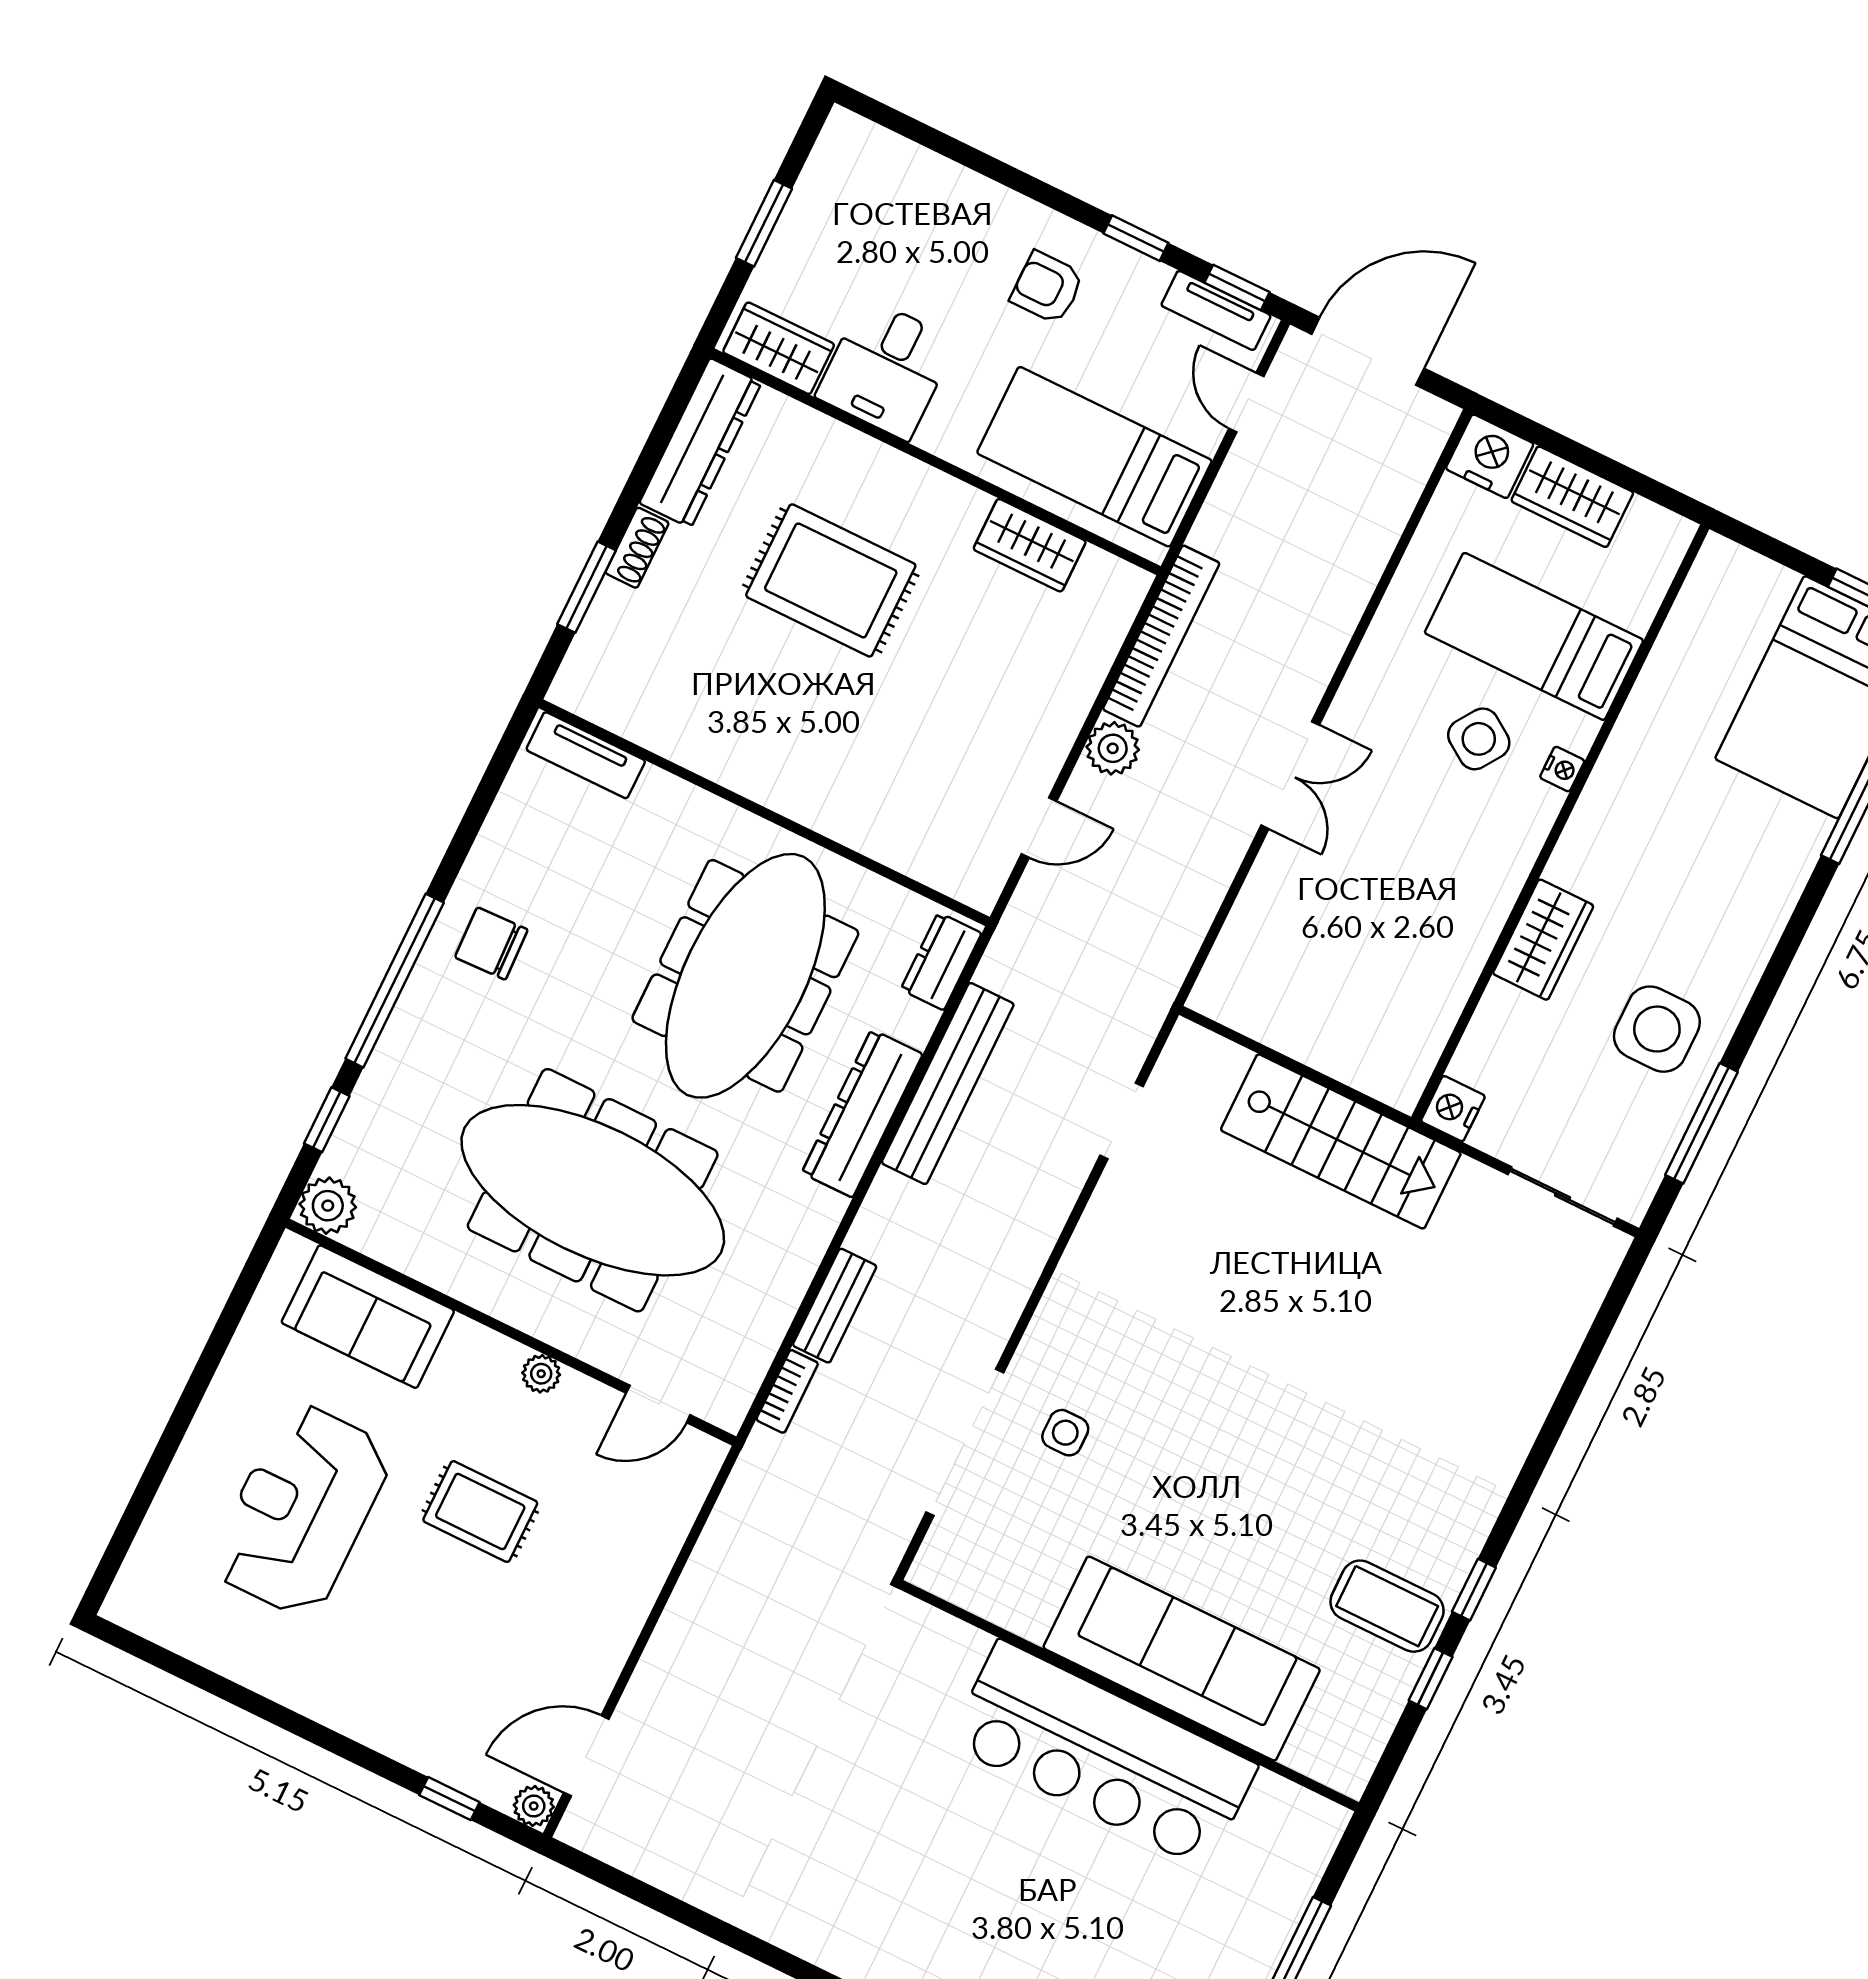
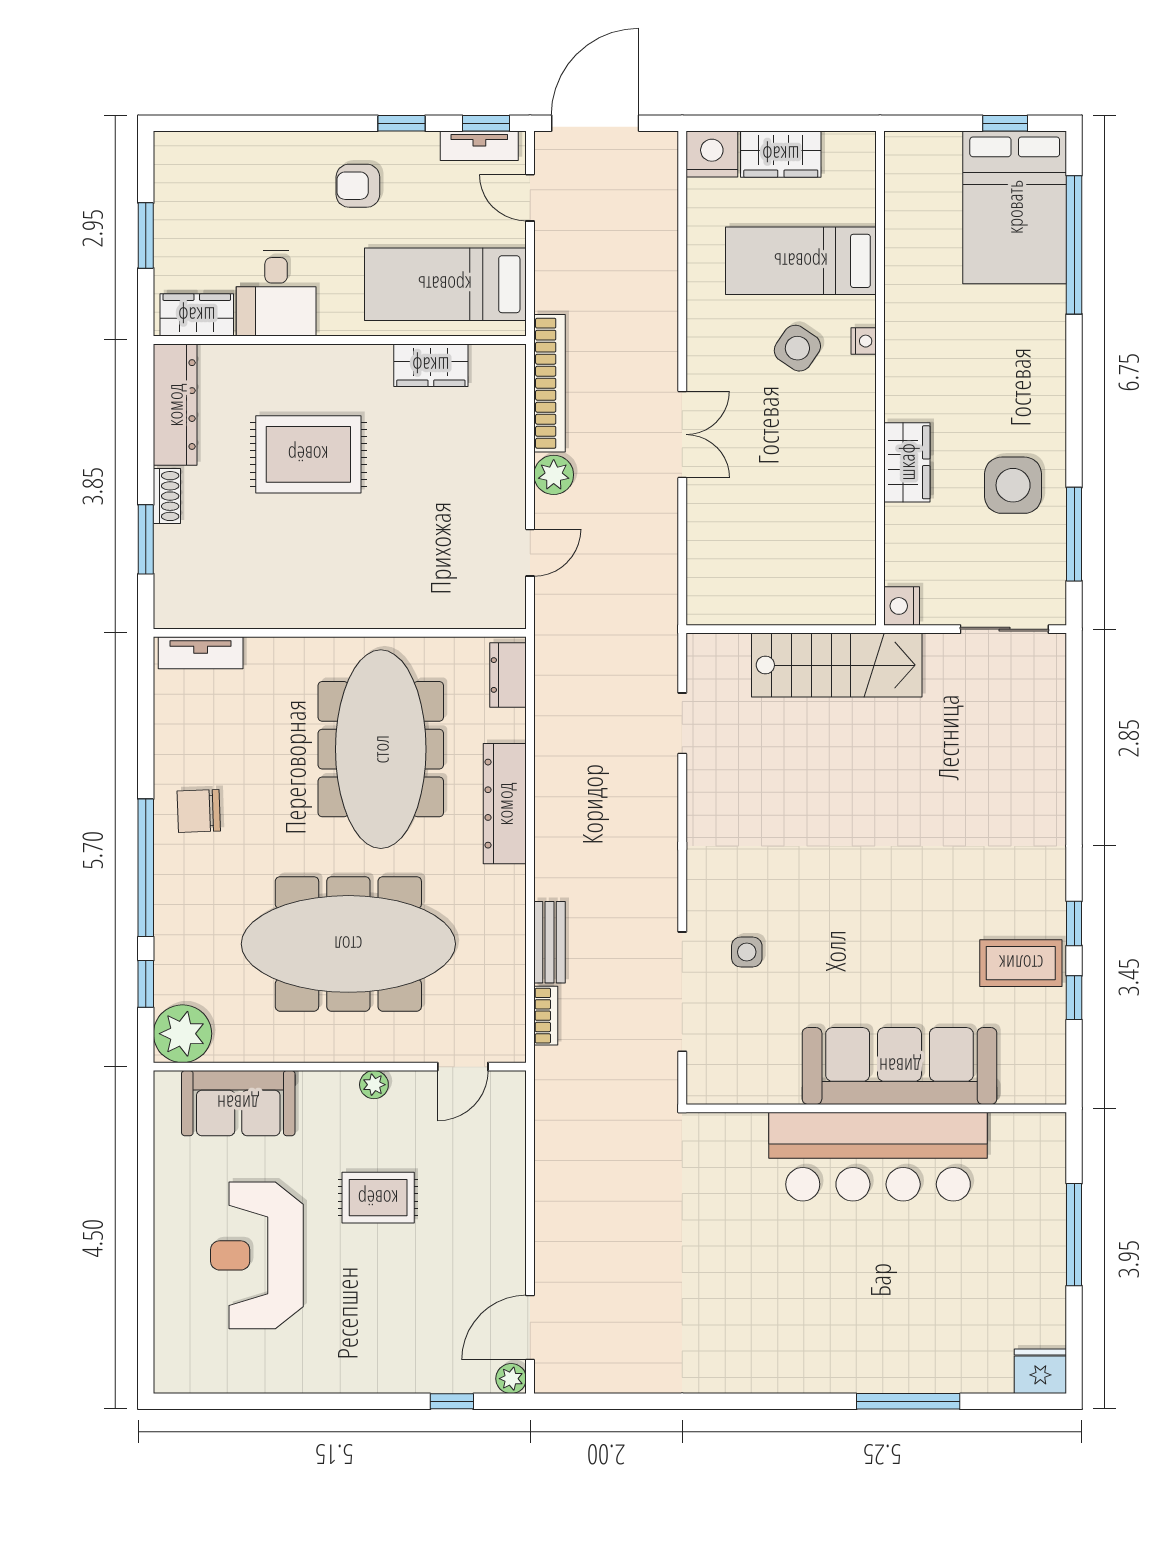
bench: (948, 1084) -> (553, 755), removed
plant: (328, 1206) -> (182, 1034), width x1.36, depth x1.36

